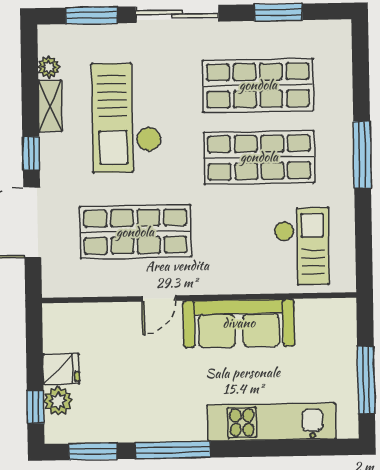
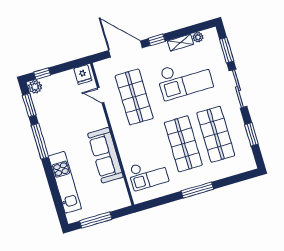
checkout: (127, 118) -> (185, 79), turned 180
door: (159, 298) -> (101, 95), moved
fridge: (61, 369) -> (83, 75), moved
plant: (58, 401) -> (35, 87), moved

